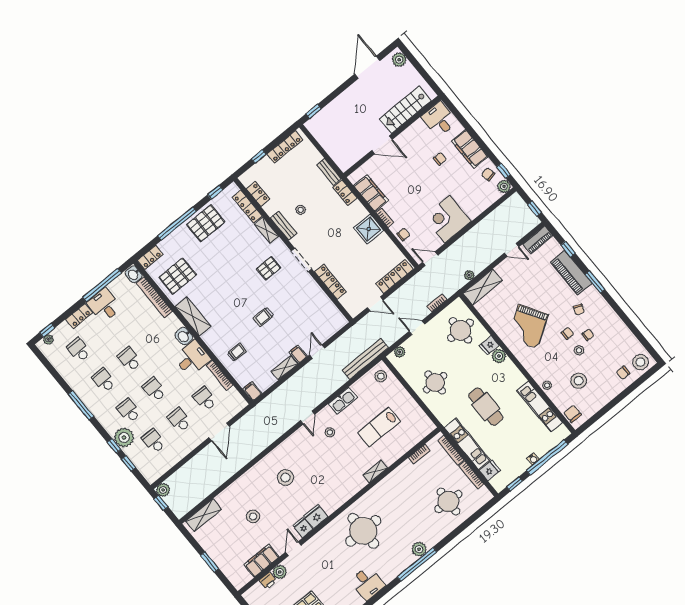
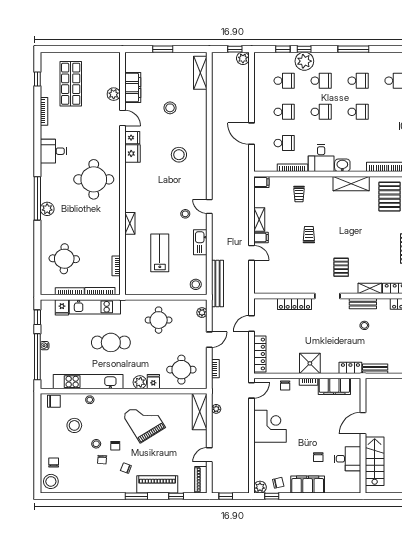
desk: (439, 119) -> (348, 459), moved
kitchen unit: (540, 407) -> (88, 382), width x1.36
printer: (268, 581) -> (114, 80), removed

